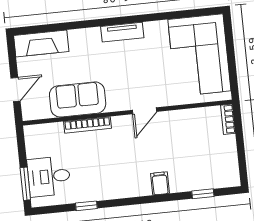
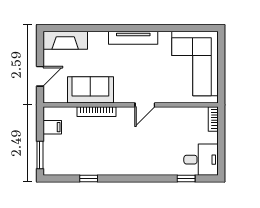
tv unit: (122, 32) -> (133, 38), width x1.41
desk: (49, 177) -> (201, 160), moved, turned 180
filing cabinet: (160, 183) -> (52, 127), moved, turned 90

